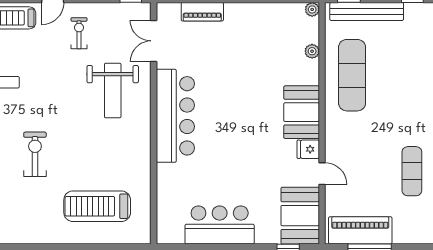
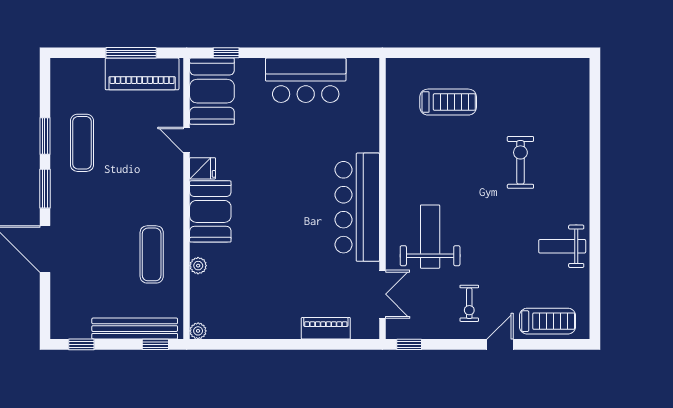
plant: (312, 51) -> (198, 266), moved
exercise mat: (352, 75) -> (152, 254), width x0.73, depth x0.69
exercise bike: (35, 154) -> (520, 162), turned 180
treadmill: (97, 206) -> (448, 102), width x0.73, depth x0.73

